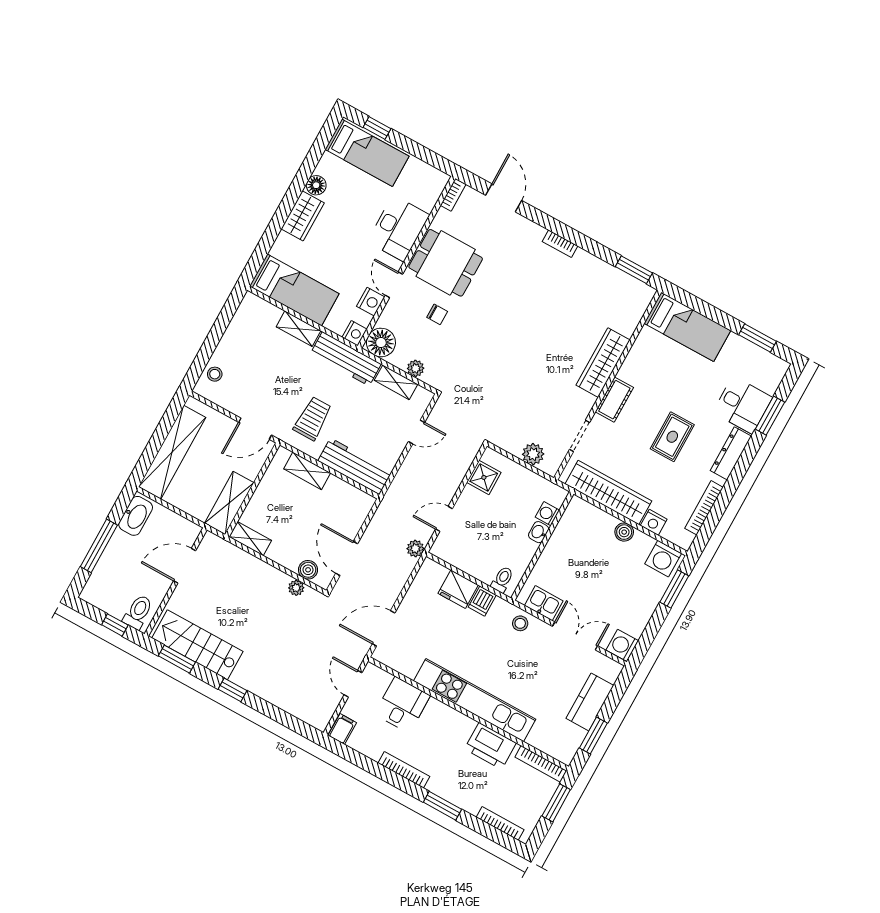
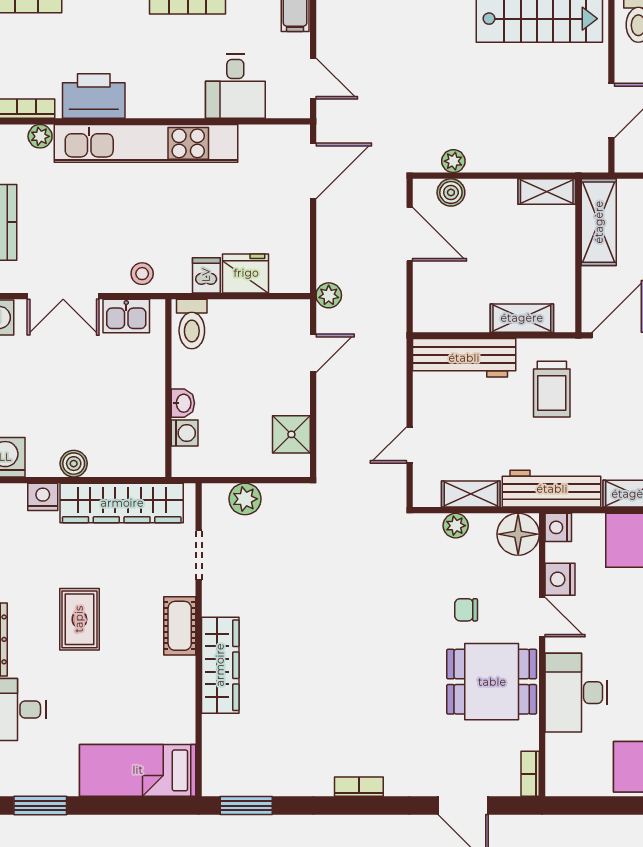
toilet: (502, 579) -> (192, 324), width x1.37, depth x1.39
plant: (536, 740) -> (40, 136), added

